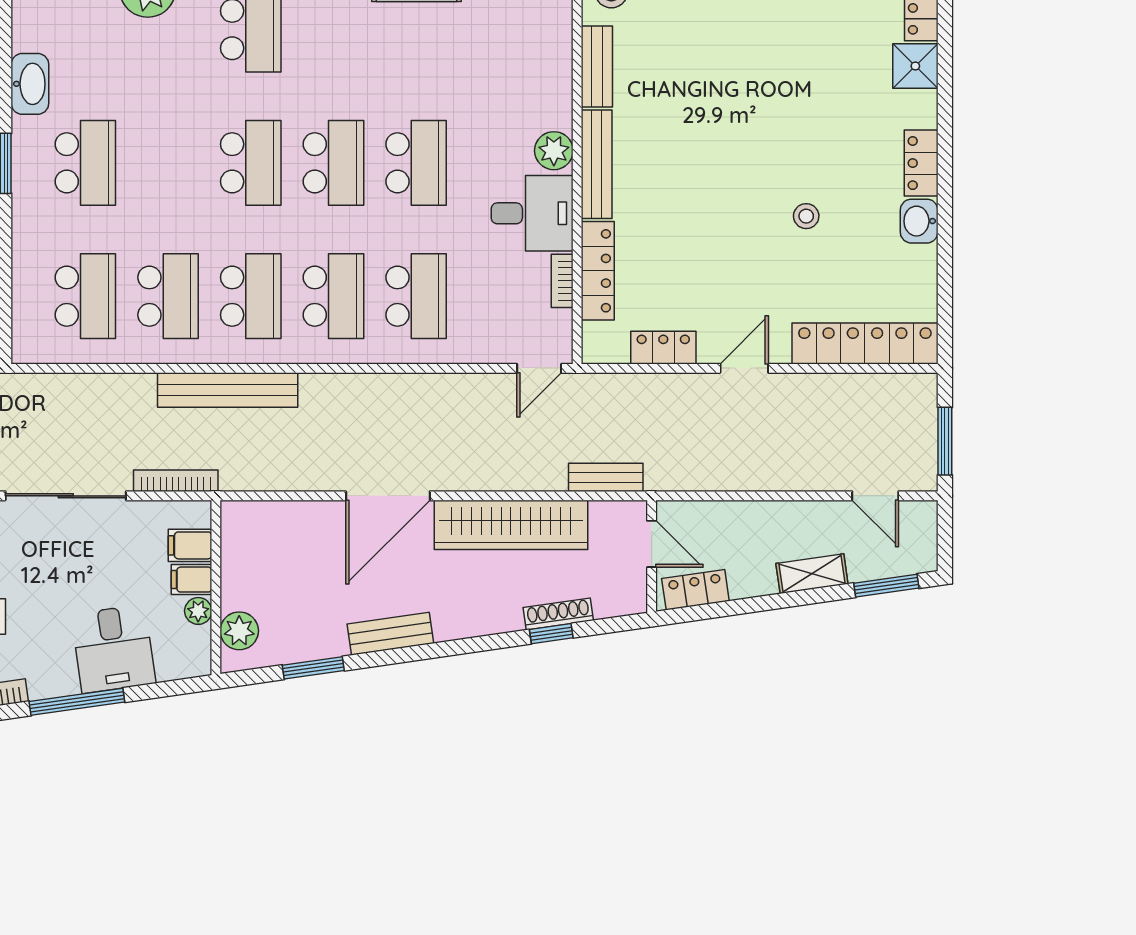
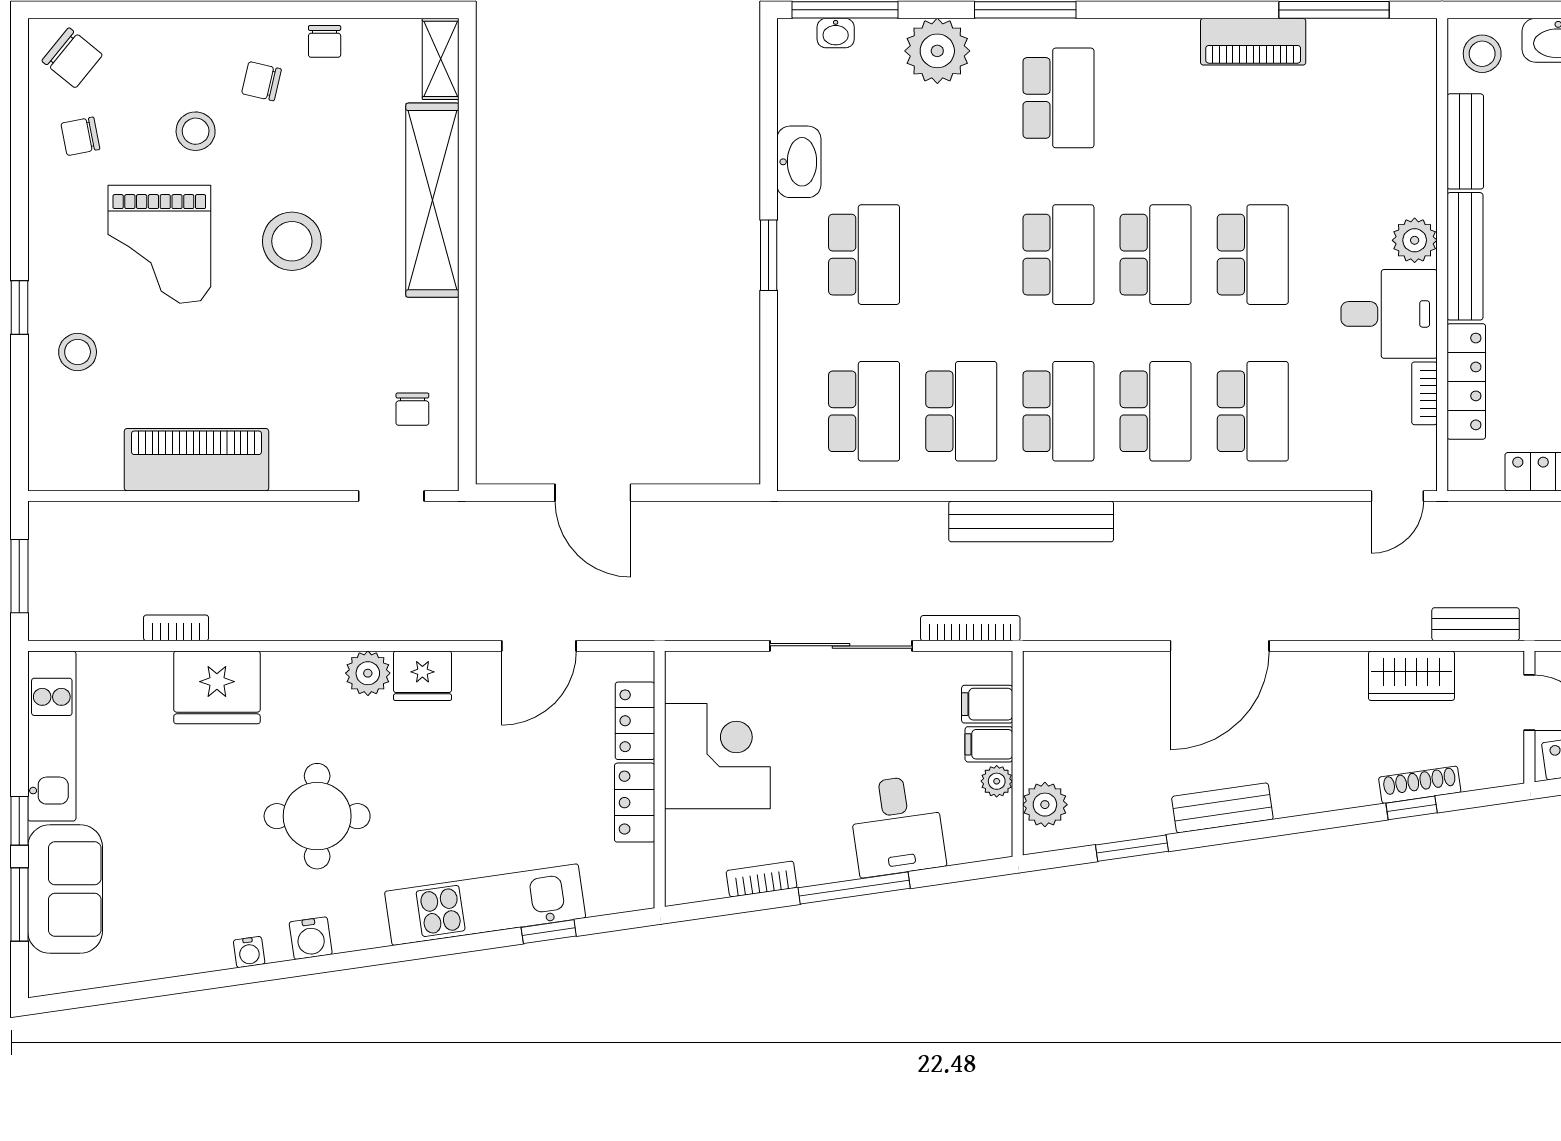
wardrobe: (511, 525) -> (1411, 676), width x0.48, depth x0.85

